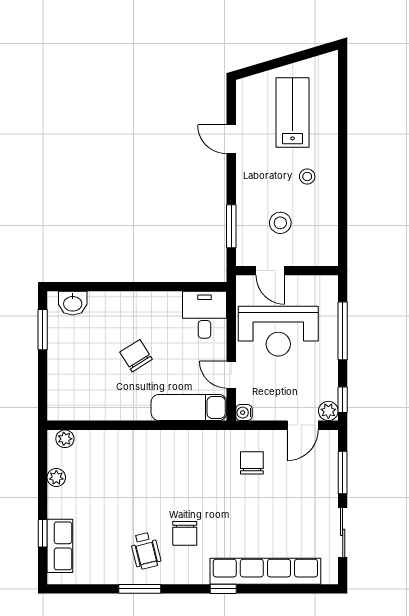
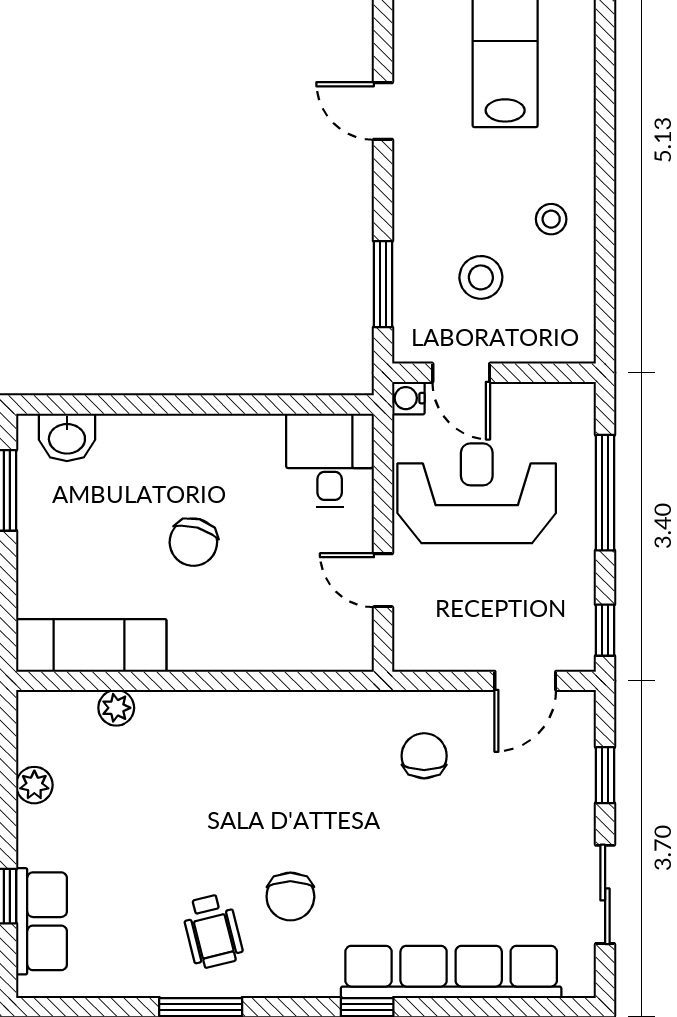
stool: (307, 177) -> (551, 219), moved
reception desk: (278, 331) -> (477, 493), turned 180
chair: (136, 356) -> (193, 542), turned -132
exam couch: (189, 407) -> (91, 645), moved
plant: (328, 411) -> (577, 652), removed
water cooler: (244, 413) -> (408, 398), moved
plant: (65, 439) -> (116, 708), moved
window: (343, 473) -> (605, 775), width x0.67

